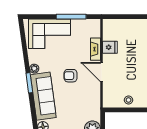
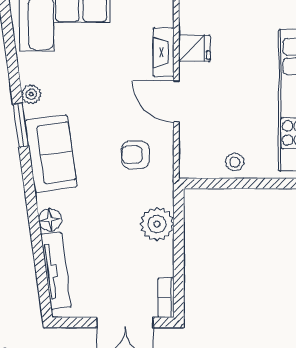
armchair: (71, 76) -> (135, 155), moved
sofa: (43, 96) -> (51, 154), width x0.73

